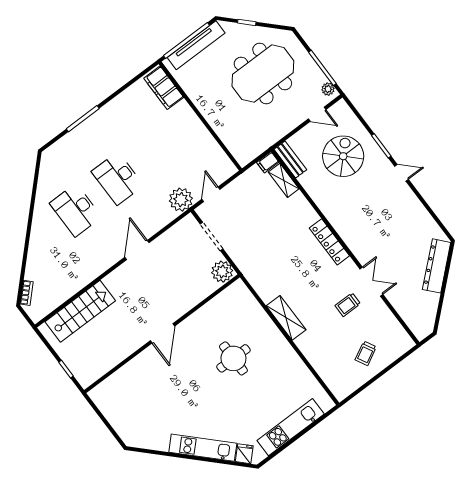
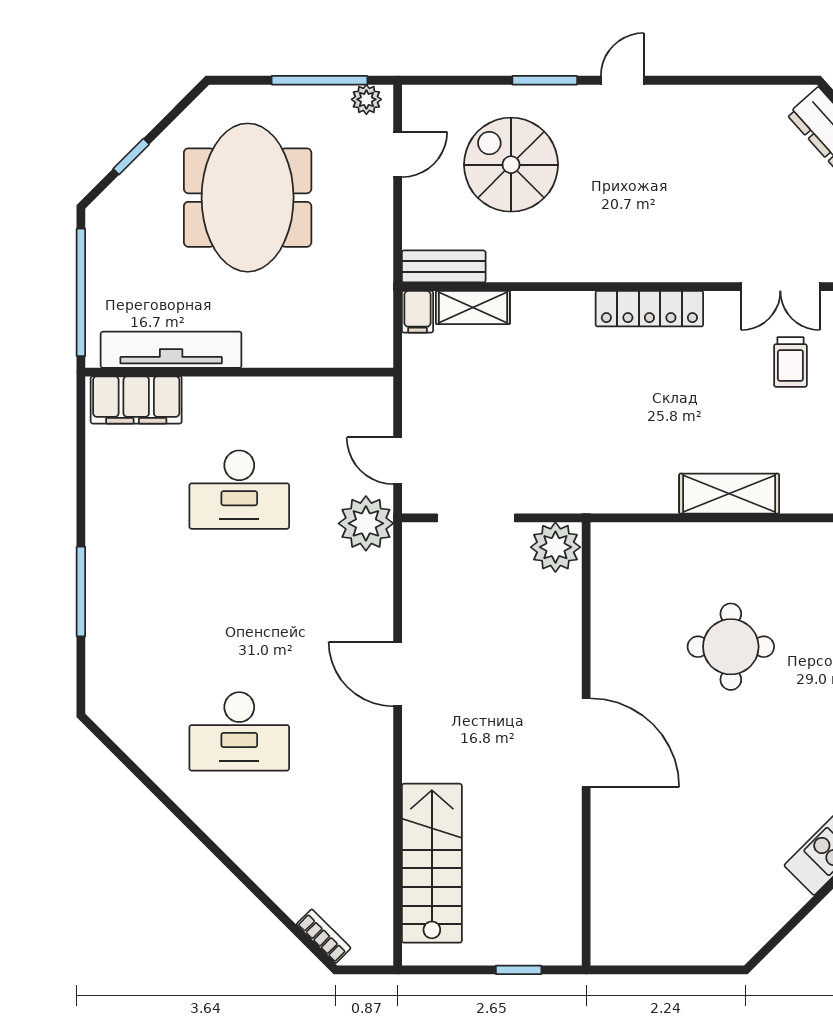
tv unit: (196, 45) -> (171, 350), moved, turned -90
desk: (118, 178) -> (239, 490), moved
double door: (371, 282) -> (780, 287), swing flipped
door: (162, 333) -> (586, 743), width x1.36

